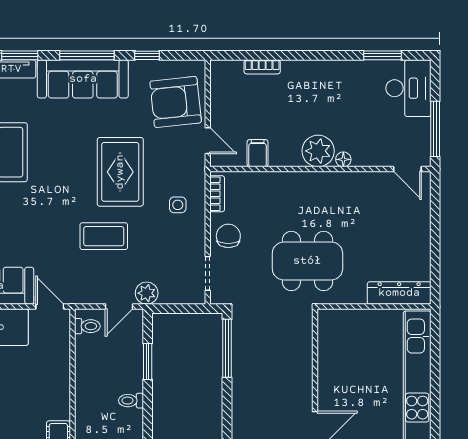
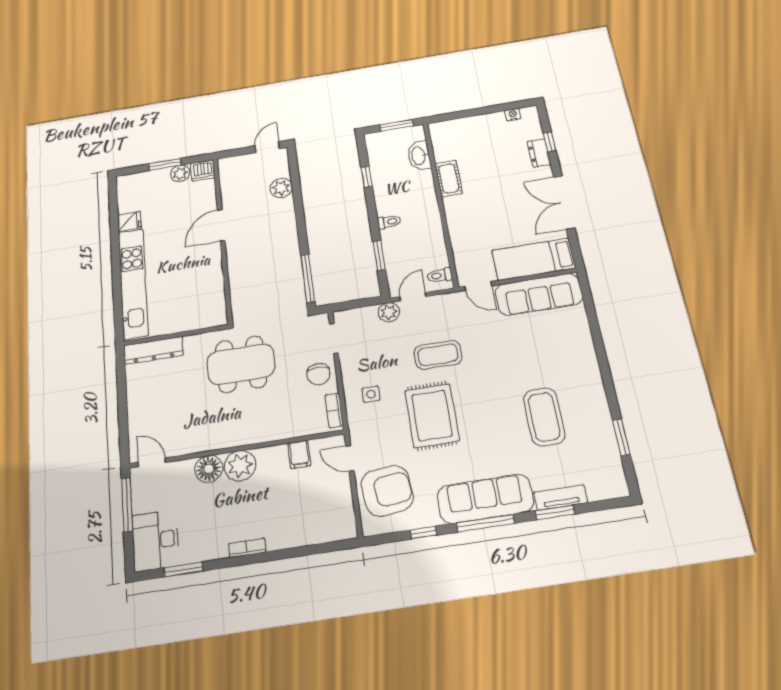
bookcase: (262, 67) -> (247, 548), moved
floor lamp: (343, 159) -> (209, 469), width x1.89, depth x1.89

